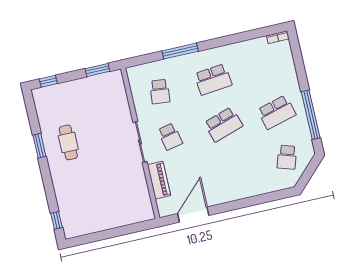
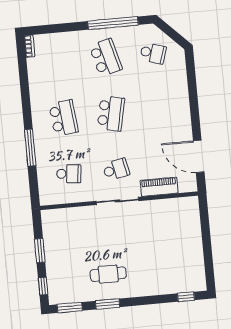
window: (97, 70) -> (40, 251), moved
window: (31, 110) -> (70, 307), added
school desk: (223, 124) -> (111, 113), turned 30

